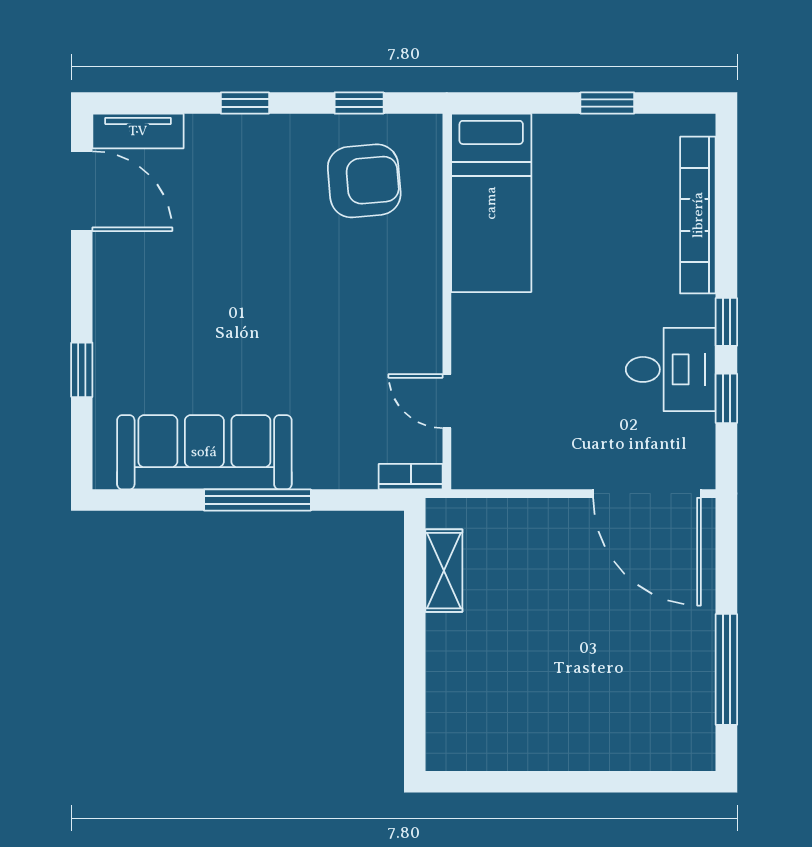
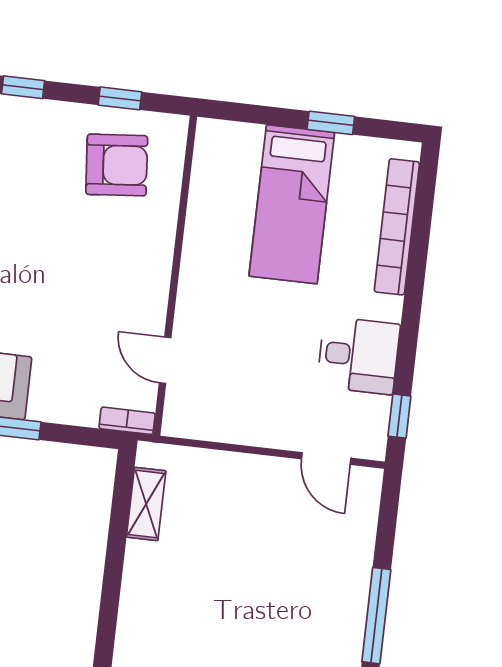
bed: (491, 203) -> (292, 204), moved
window: (726, 322) -> (410, 320), removed
window: (726, 398) -> (399, 416), moved
door: (647, 494) -> (326, 458), width x0.53

